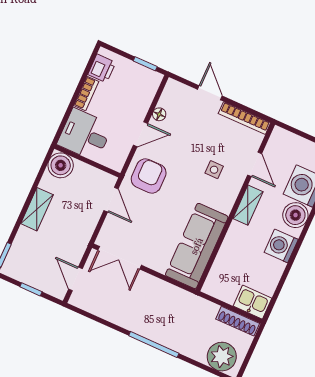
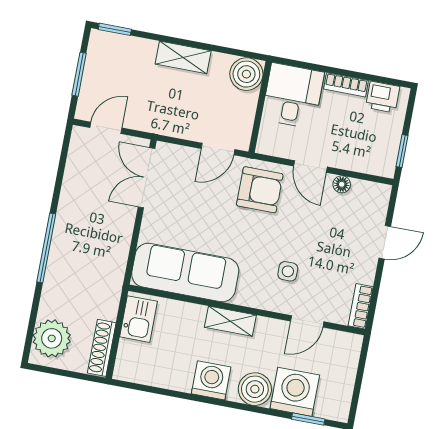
bookcase: (244, 118) -> (361, 306), width x0.64
shelving: (248, 205) -> (230, 321), moved
window: (31, 289) -> (79, 74), width x1.50
kitchen sink: (253, 302) -> (139, 319), moved

